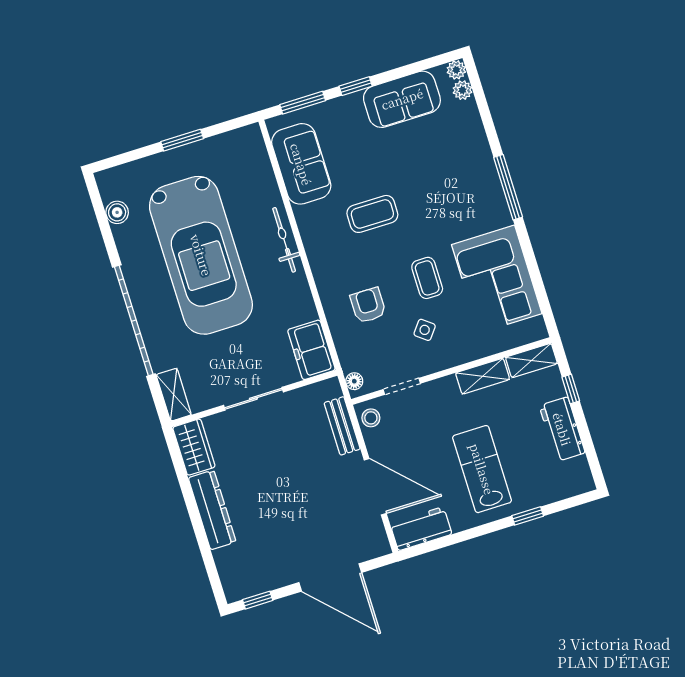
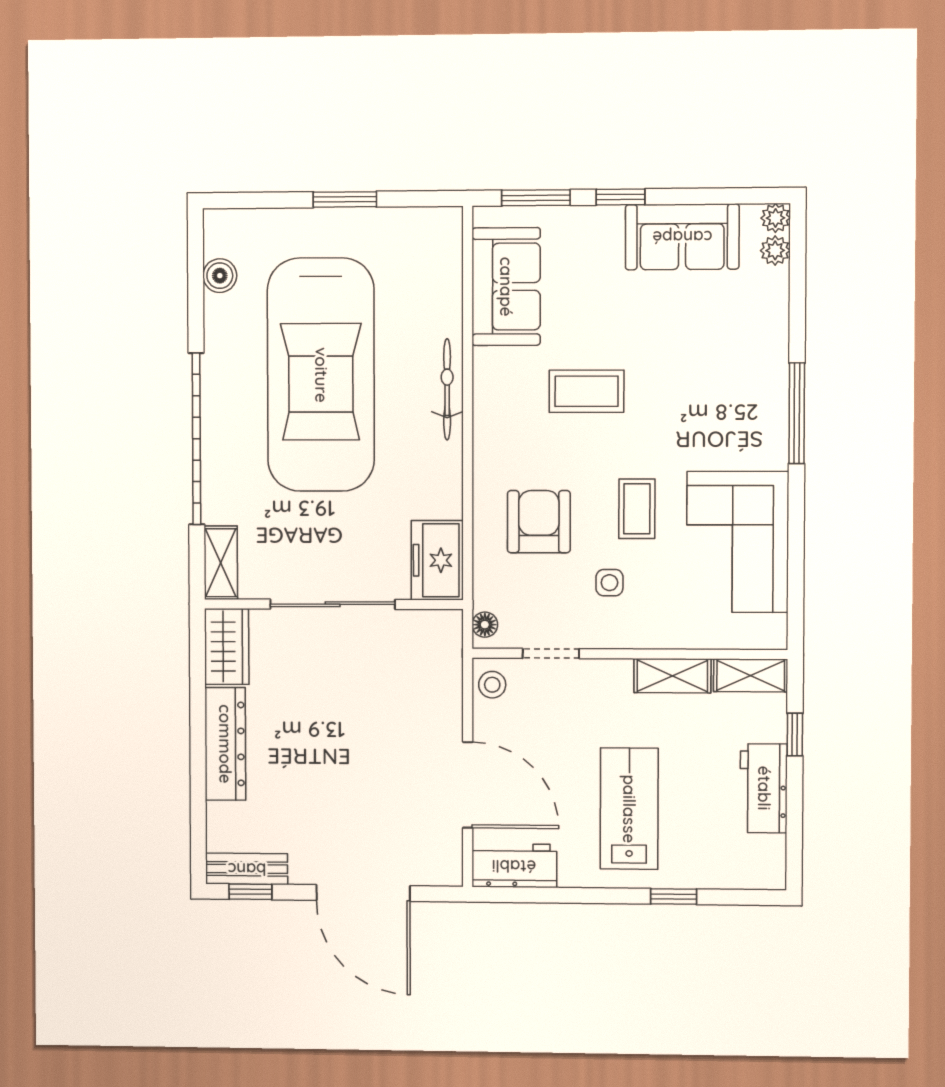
armchair: (368, 305) -> (539, 522), width x1.38, depth x1.38
side table: (425, 330) -> (609, 583), turned -38
sliding door: (253, 399) -> (333, 604), width x1.37
bench: (342, 426) -> (247, 869), moved, turned 90

